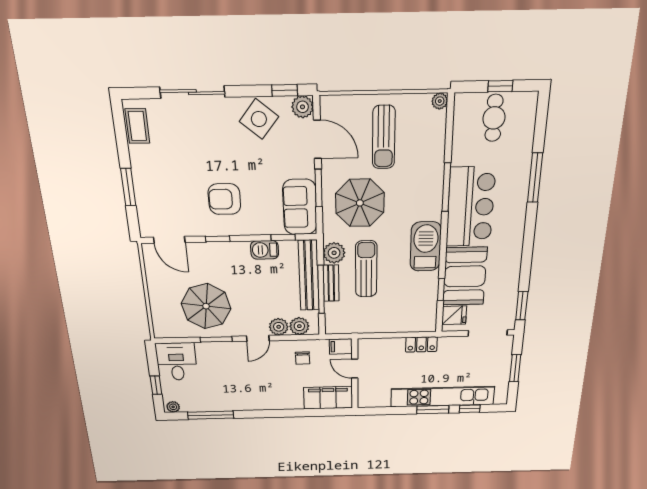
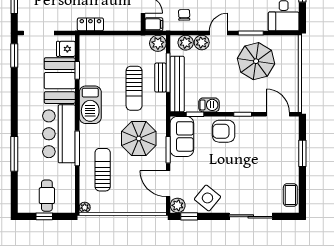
sun lounger: (384, 137) -> (103, 170), moved
armchair: (224, 199) -> (224, 131), moved, turned 180
plant: (334, 253) -> (158, 43), moved

